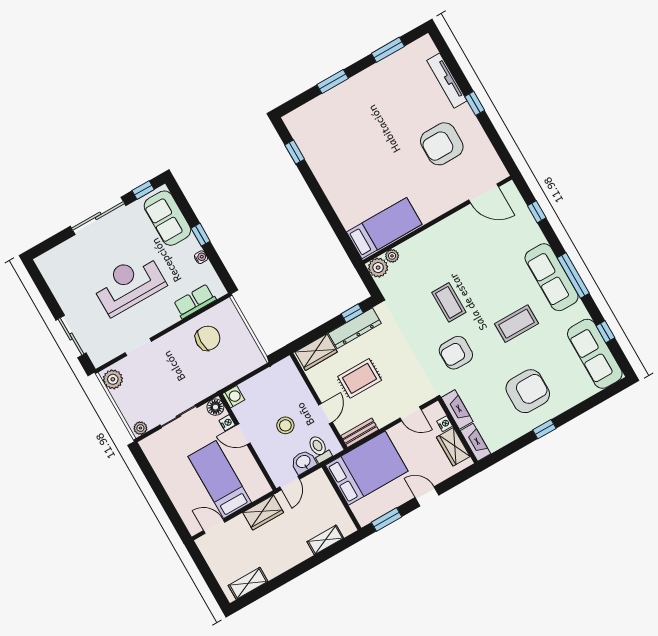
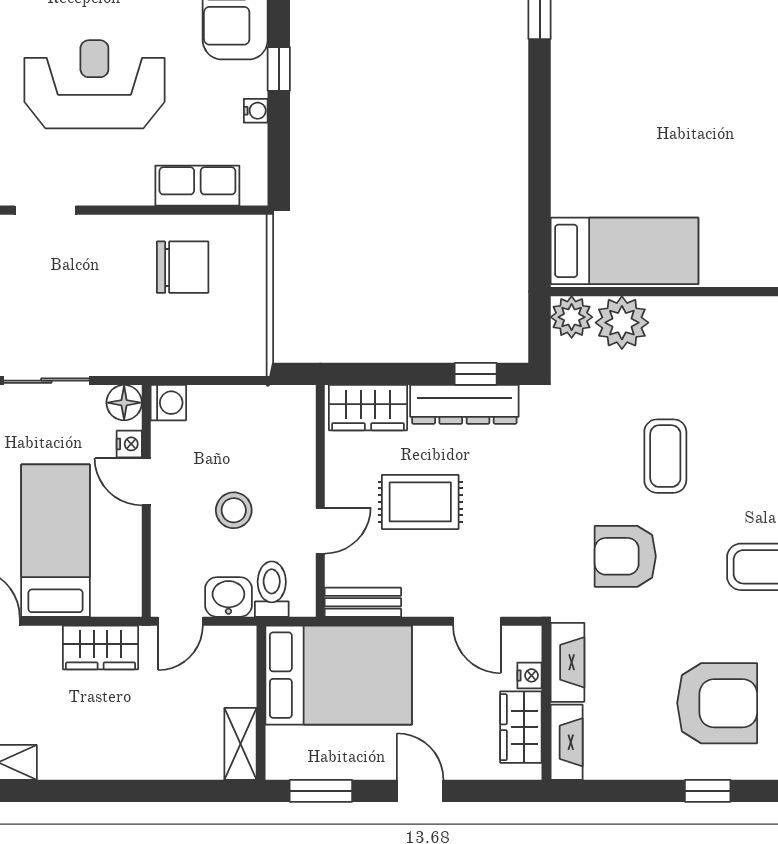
plant: (392, 256) -> (622, 323), width x1.88, depth x1.88
shelving: (325, 540) -> (240, 744), moved, turned 90

